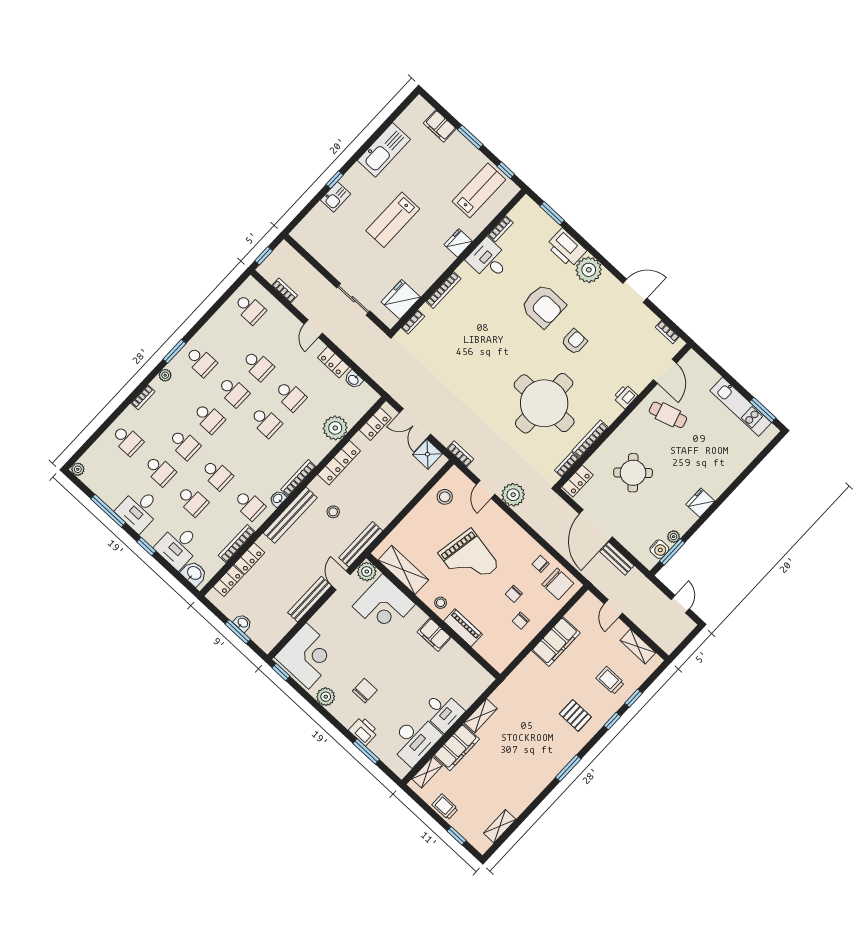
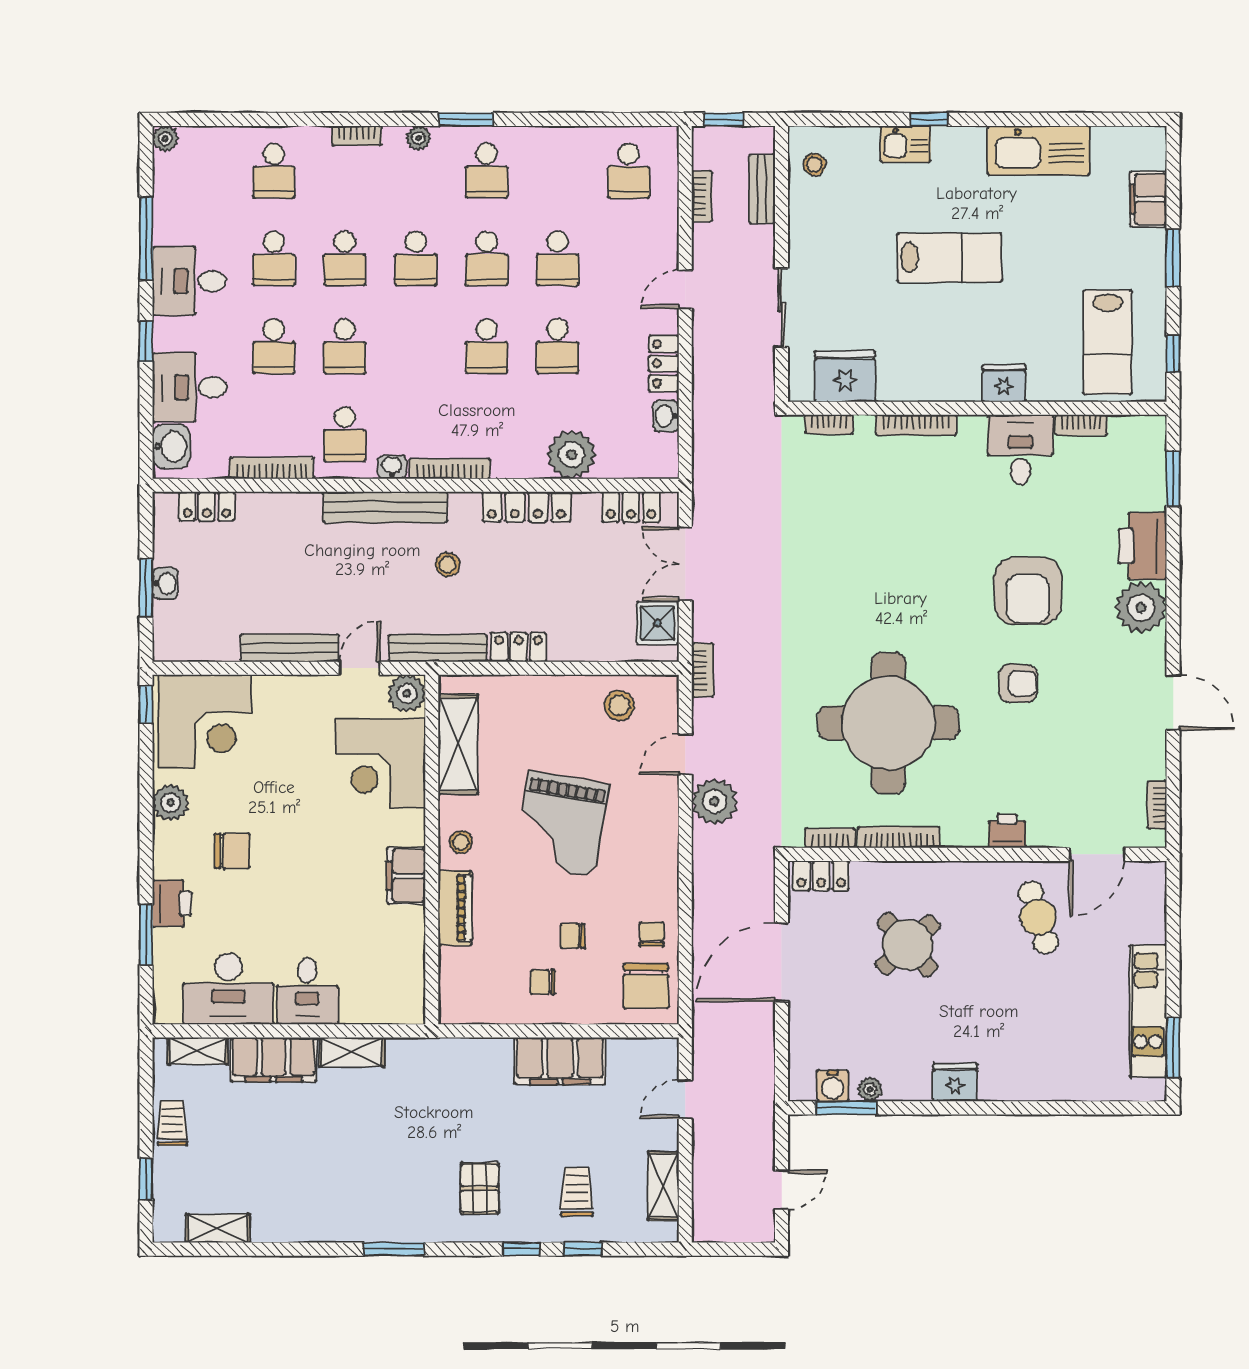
lab bench: (479, 191) -> (1108, 342), turned 90
lab bench: (393, 220) -> (949, 258), turned 180
stool: (312, 238) -> (815, 165), added
locker: (249, 558) -> (519, 647), moved, turned 180
bench: (617, 559) -> (762, 189), moved

